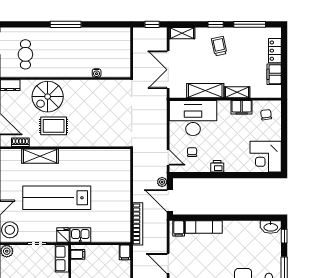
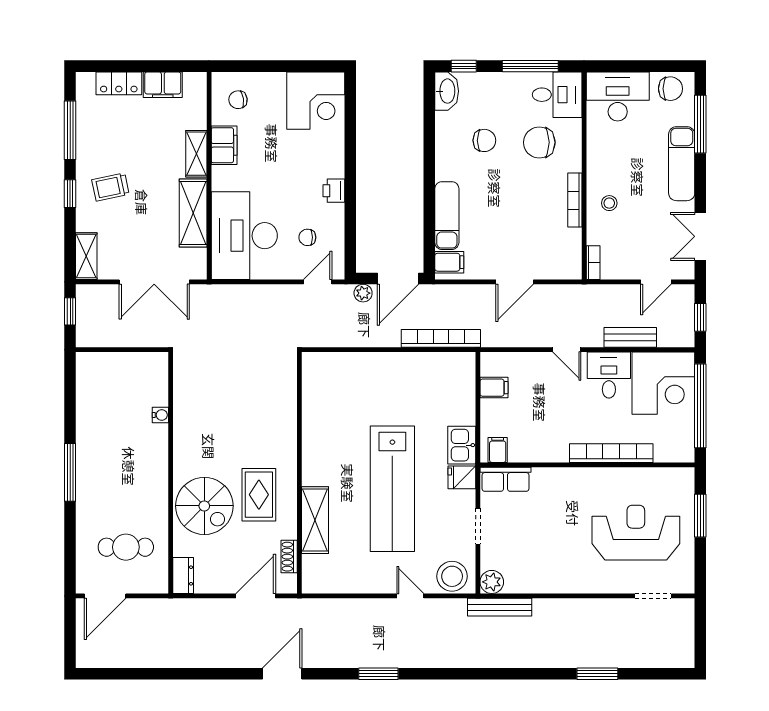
chair: (244, 247) -> (484, 140), added
filing cabinet: (125, 252) -> (494, 388), moved

